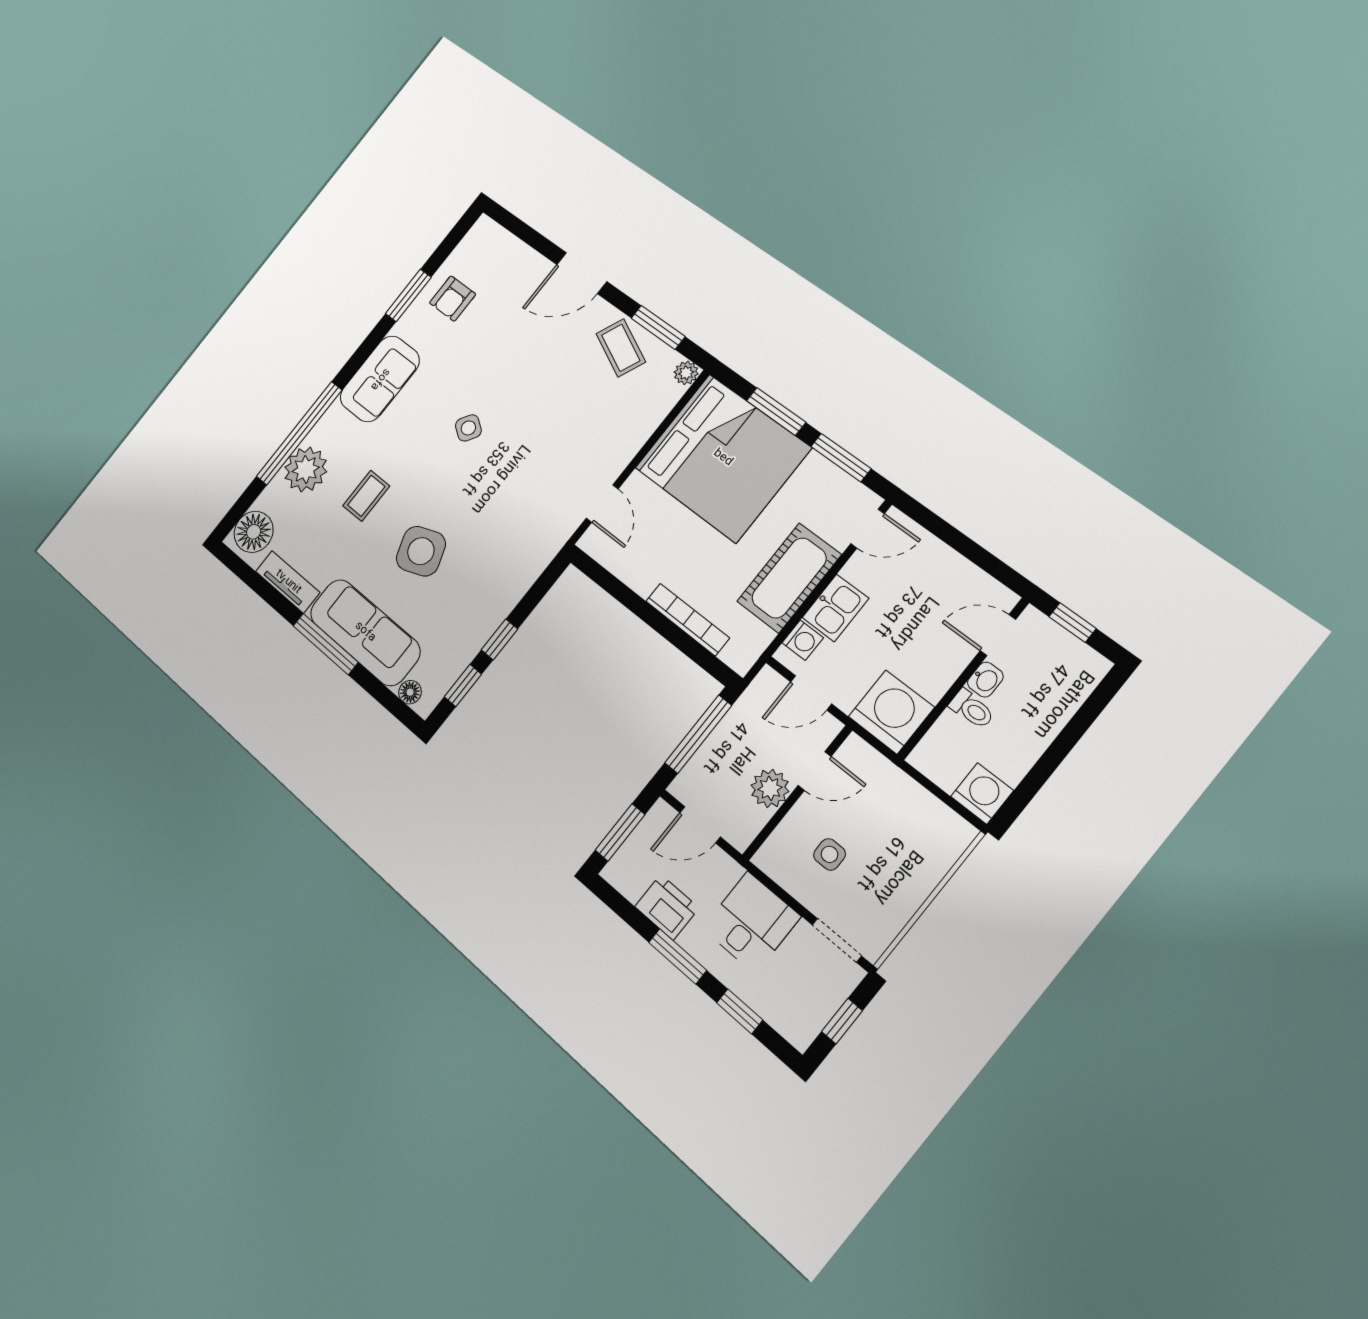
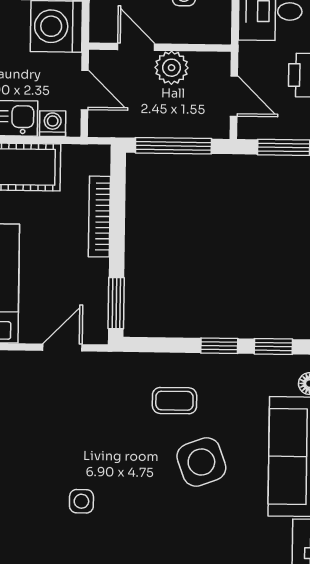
side table: (468, 428) -> (81, 501), turned -34
coffee table: (366, 496) -> (174, 401), moved
window: (603, 578) -> (116, 303), added

